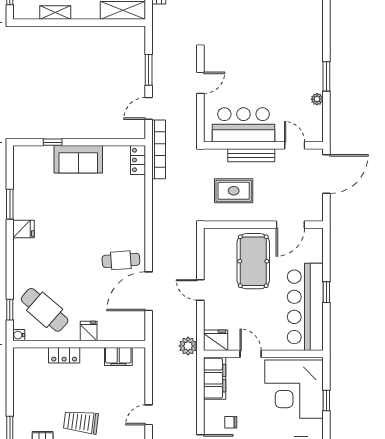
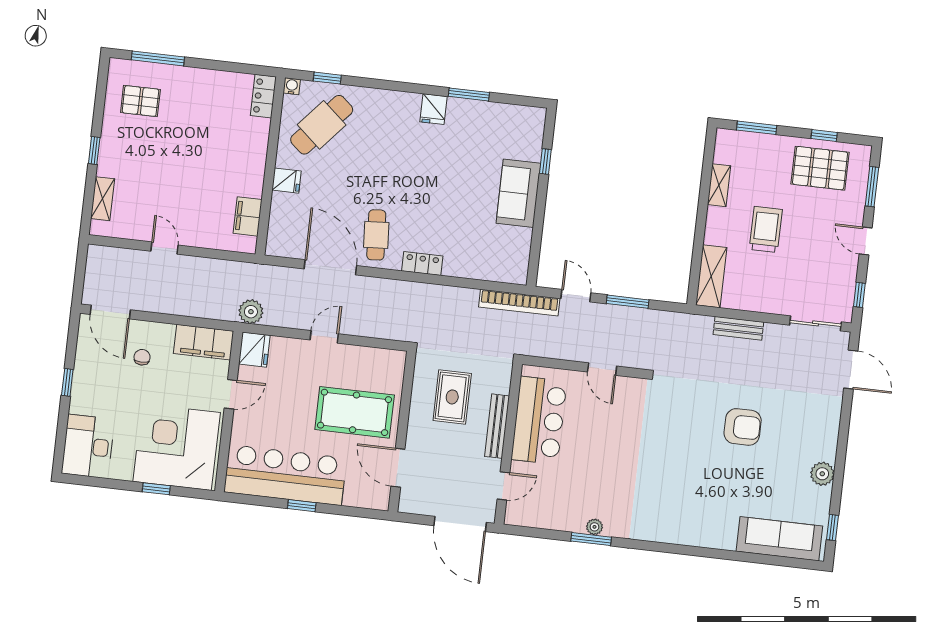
plant: (317, 99) -> (594, 527), moved
locker: (138, 160) -> (422, 264), moved
locker: (64, 355) -> (263, 96), moved
trolley: (81, 422) -> (165, 156), removed

